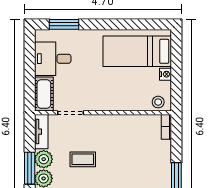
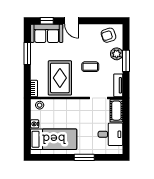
window: (64, 24) -> (84, 157), moved
rug: (128, 143) -> (60, 78), added
plant: (44, 159) -> (117, 67), removed

